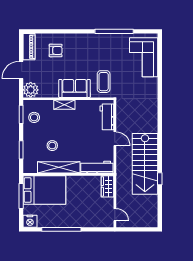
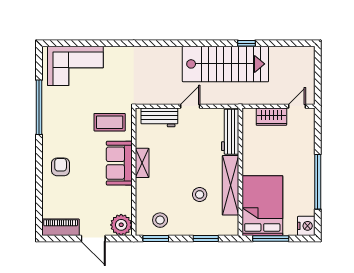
armchair: (56, 50) -> (61, 167), moved
shelving: (64, 105) -> (142, 163), moved
wardrobe: (107, 186) -> (271, 117), moved

